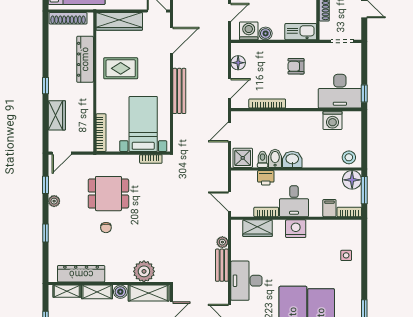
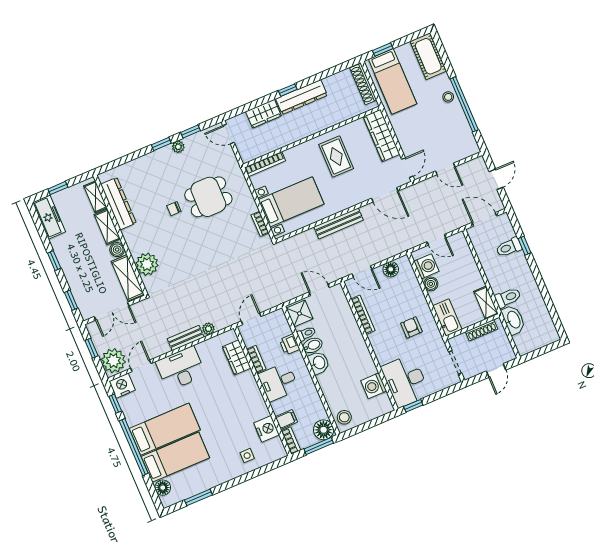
dresser: (85, 59) -> (301, 97), moved, turned 180
dining table: (108, 194) -> (208, 197), turned 90
nightstand: (296, 229) -> (267, 429), moved
window: (45, 233) -> (161, 144), moved

